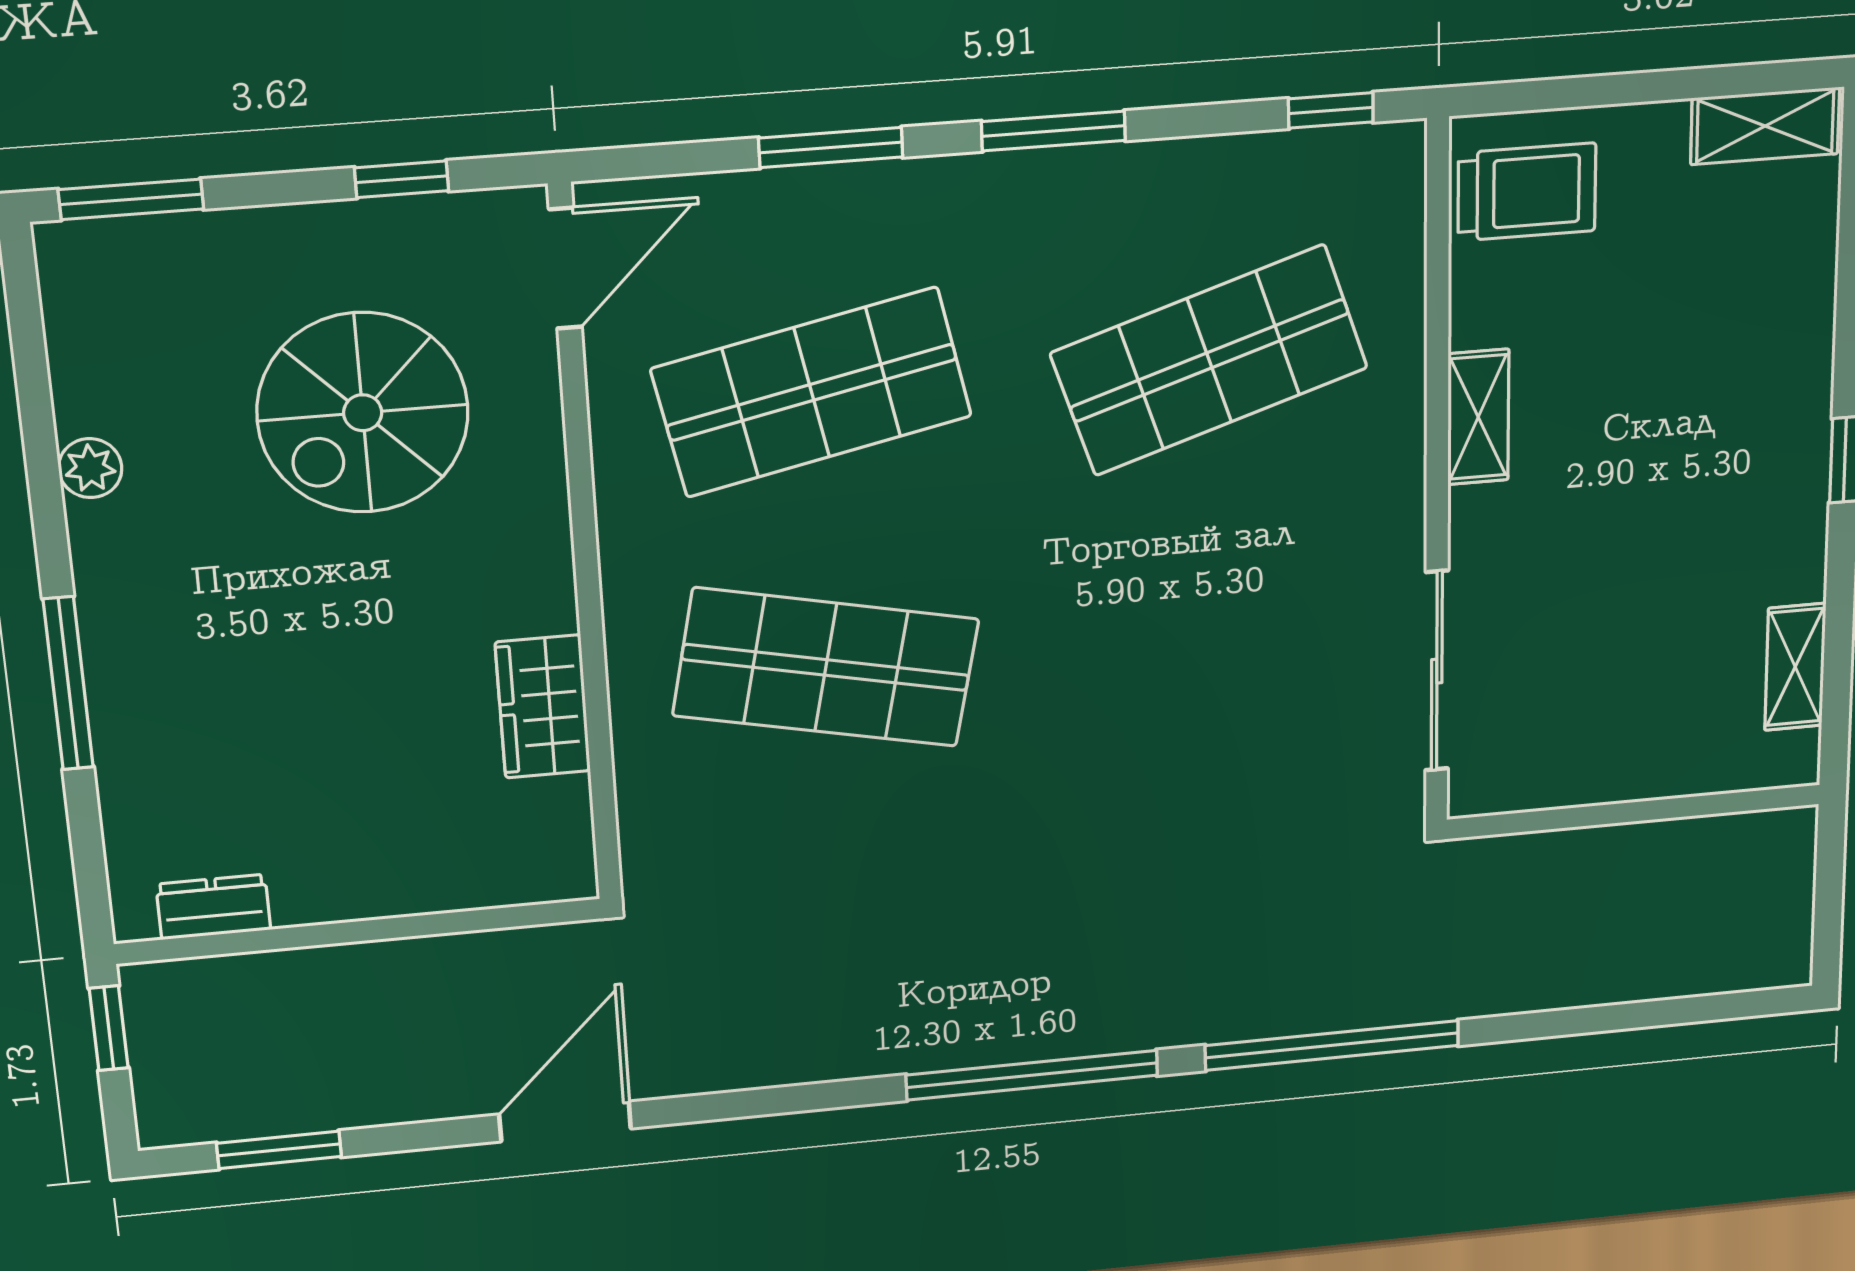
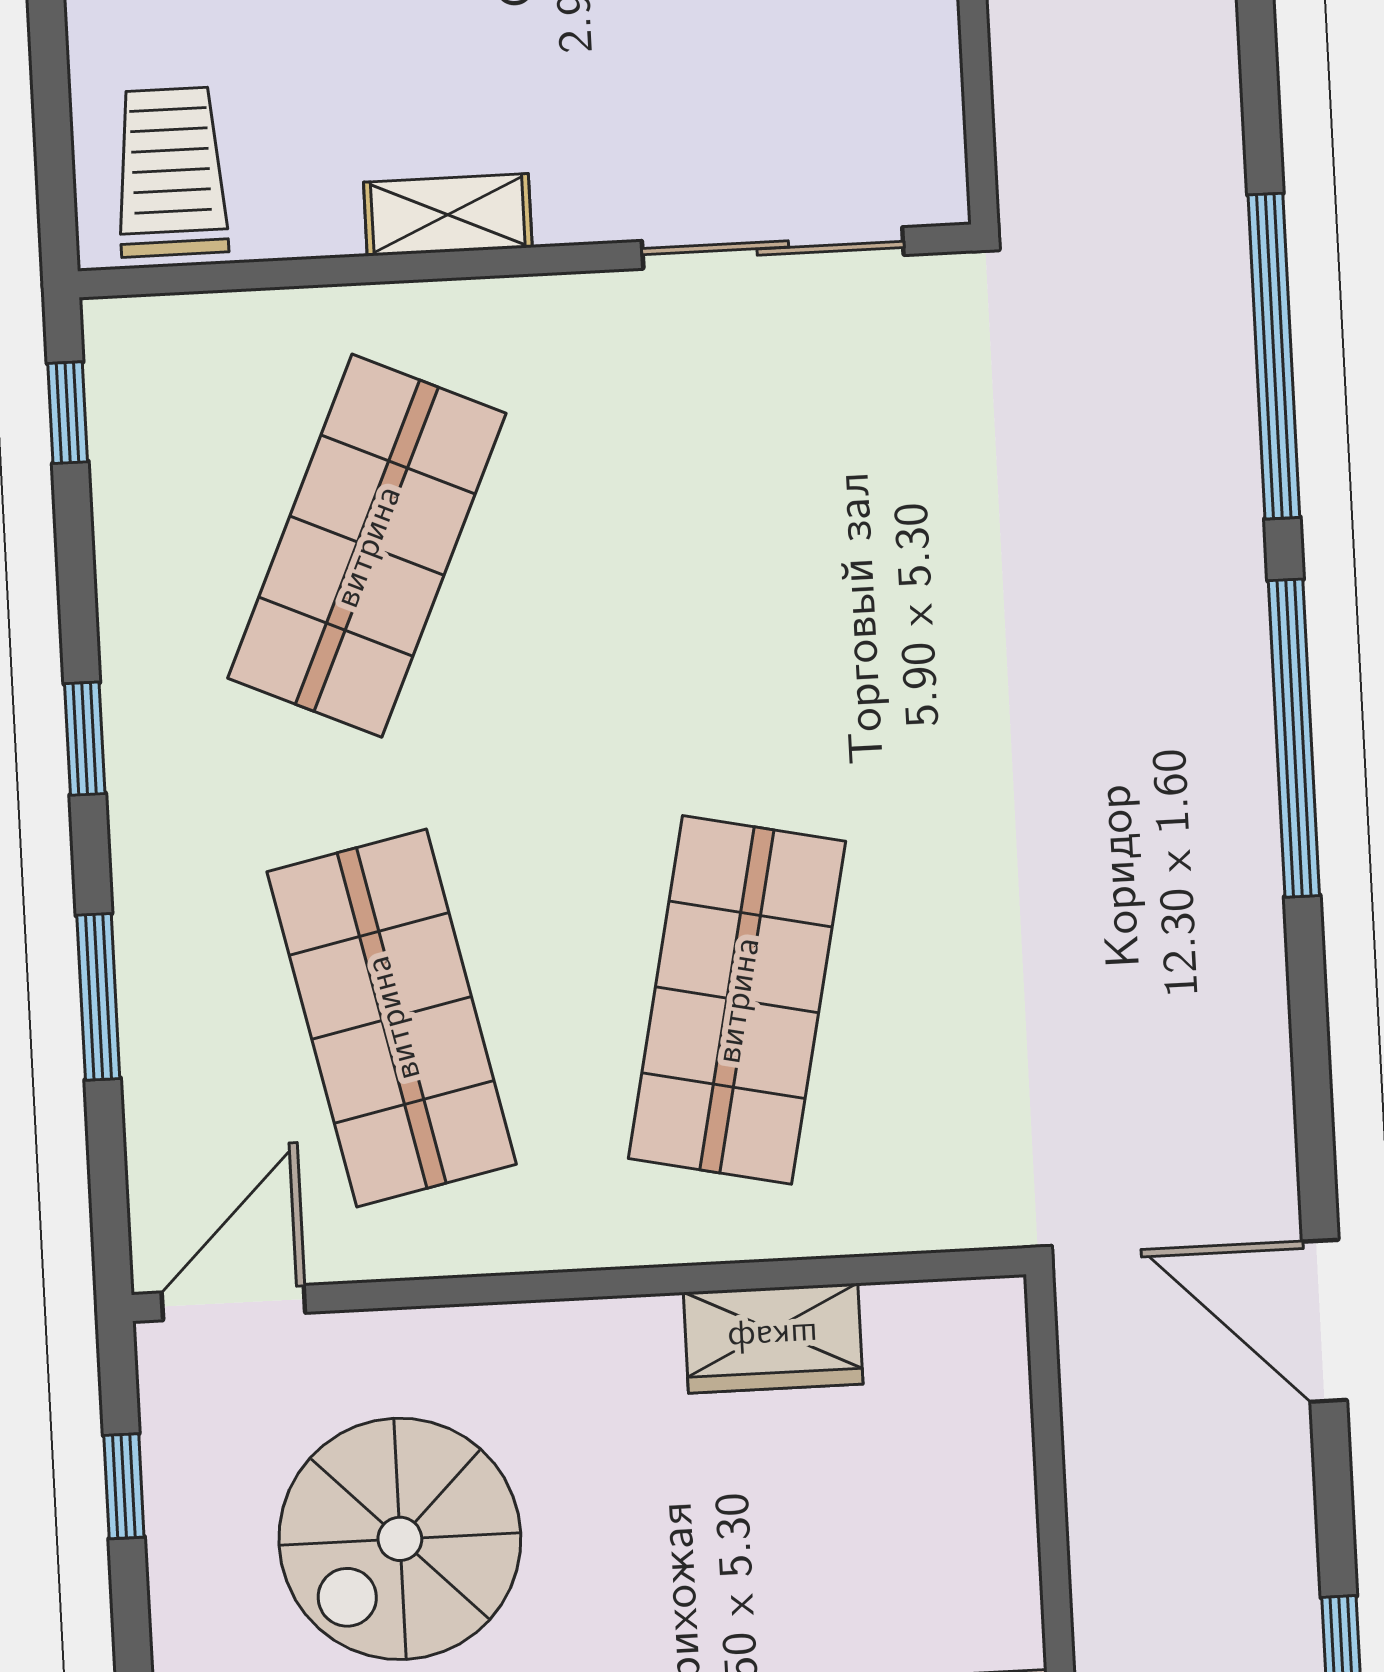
window: (1053, 131) -> (85, 739), width x0.67
door: (565, 268) -> (233, 1303), hinge flipped
shop shelf: (1209, 360) -> (367, 546), turned 42
spiral stairs: (363, 413) -> (400, 1539), turned 90

